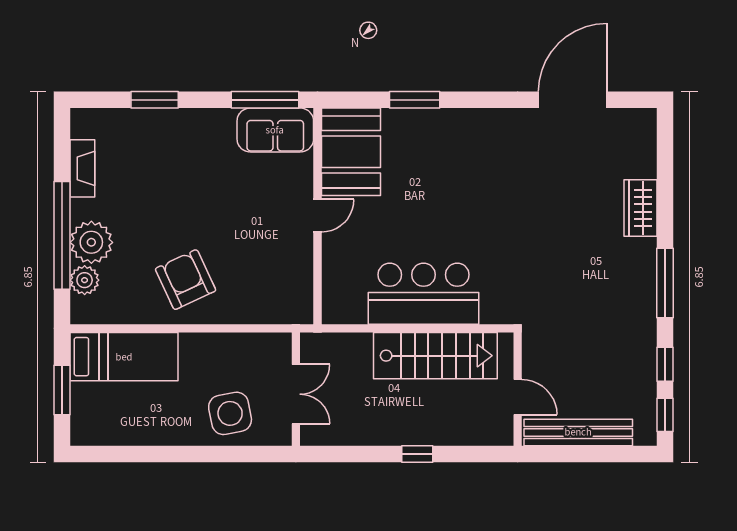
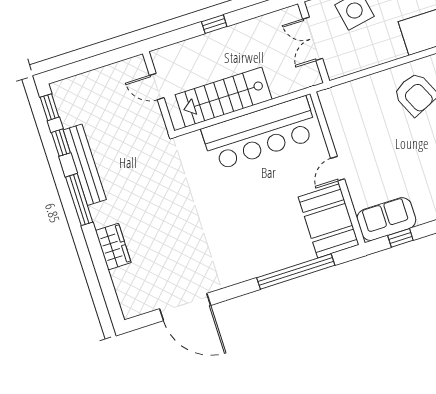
window: (265, 100) -> (400, 238), width x0.46
window: (415, 100) -> (296, 272), width x2.11
door: (573, 100) -> (185, 307), hinge flipped
bar counter: (424, 294) -> (260, 133), width x1.36
bench: (578, 432) -> (85, 165), moved, turned 90

